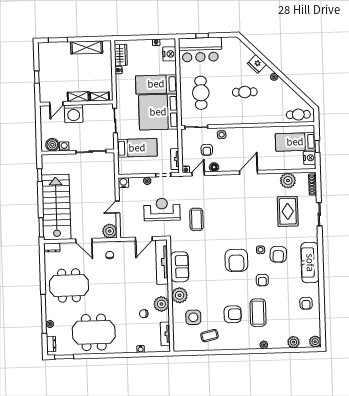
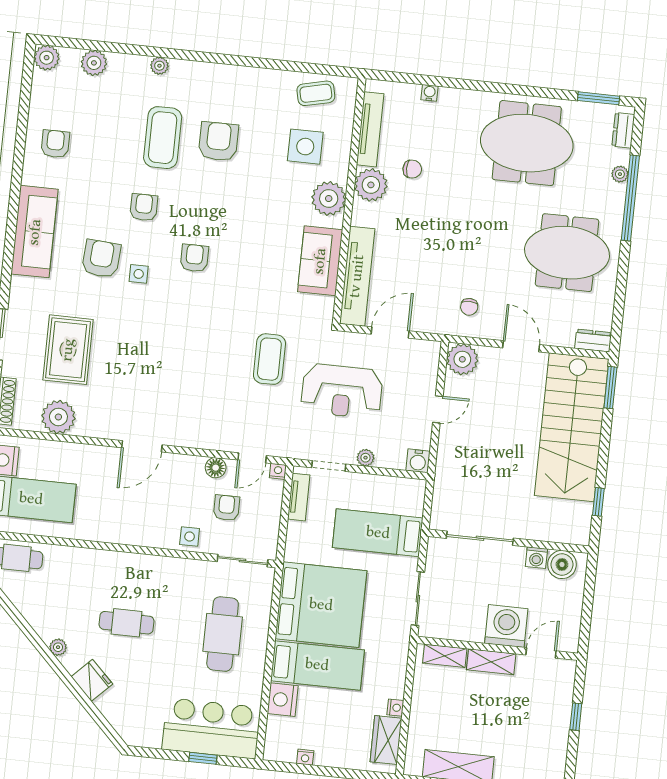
nightstand: (169, 54) -> (283, 700), moved
armchair: (236, 260) -> (194, 258), width x0.53, depth x0.53
armchair: (233, 314) -> (218, 141), turned 90
tv unit: (165, 334) -> (370, 129), width x1.41
coffee table: (209, 336) -> (316, 93), moved

